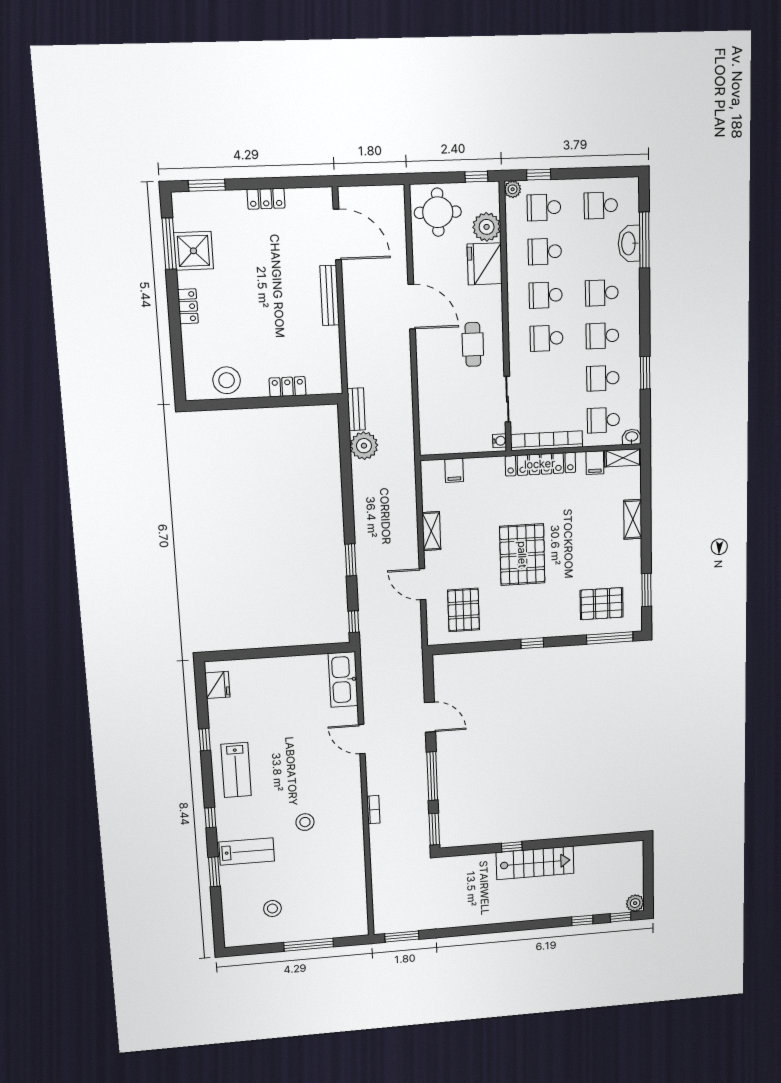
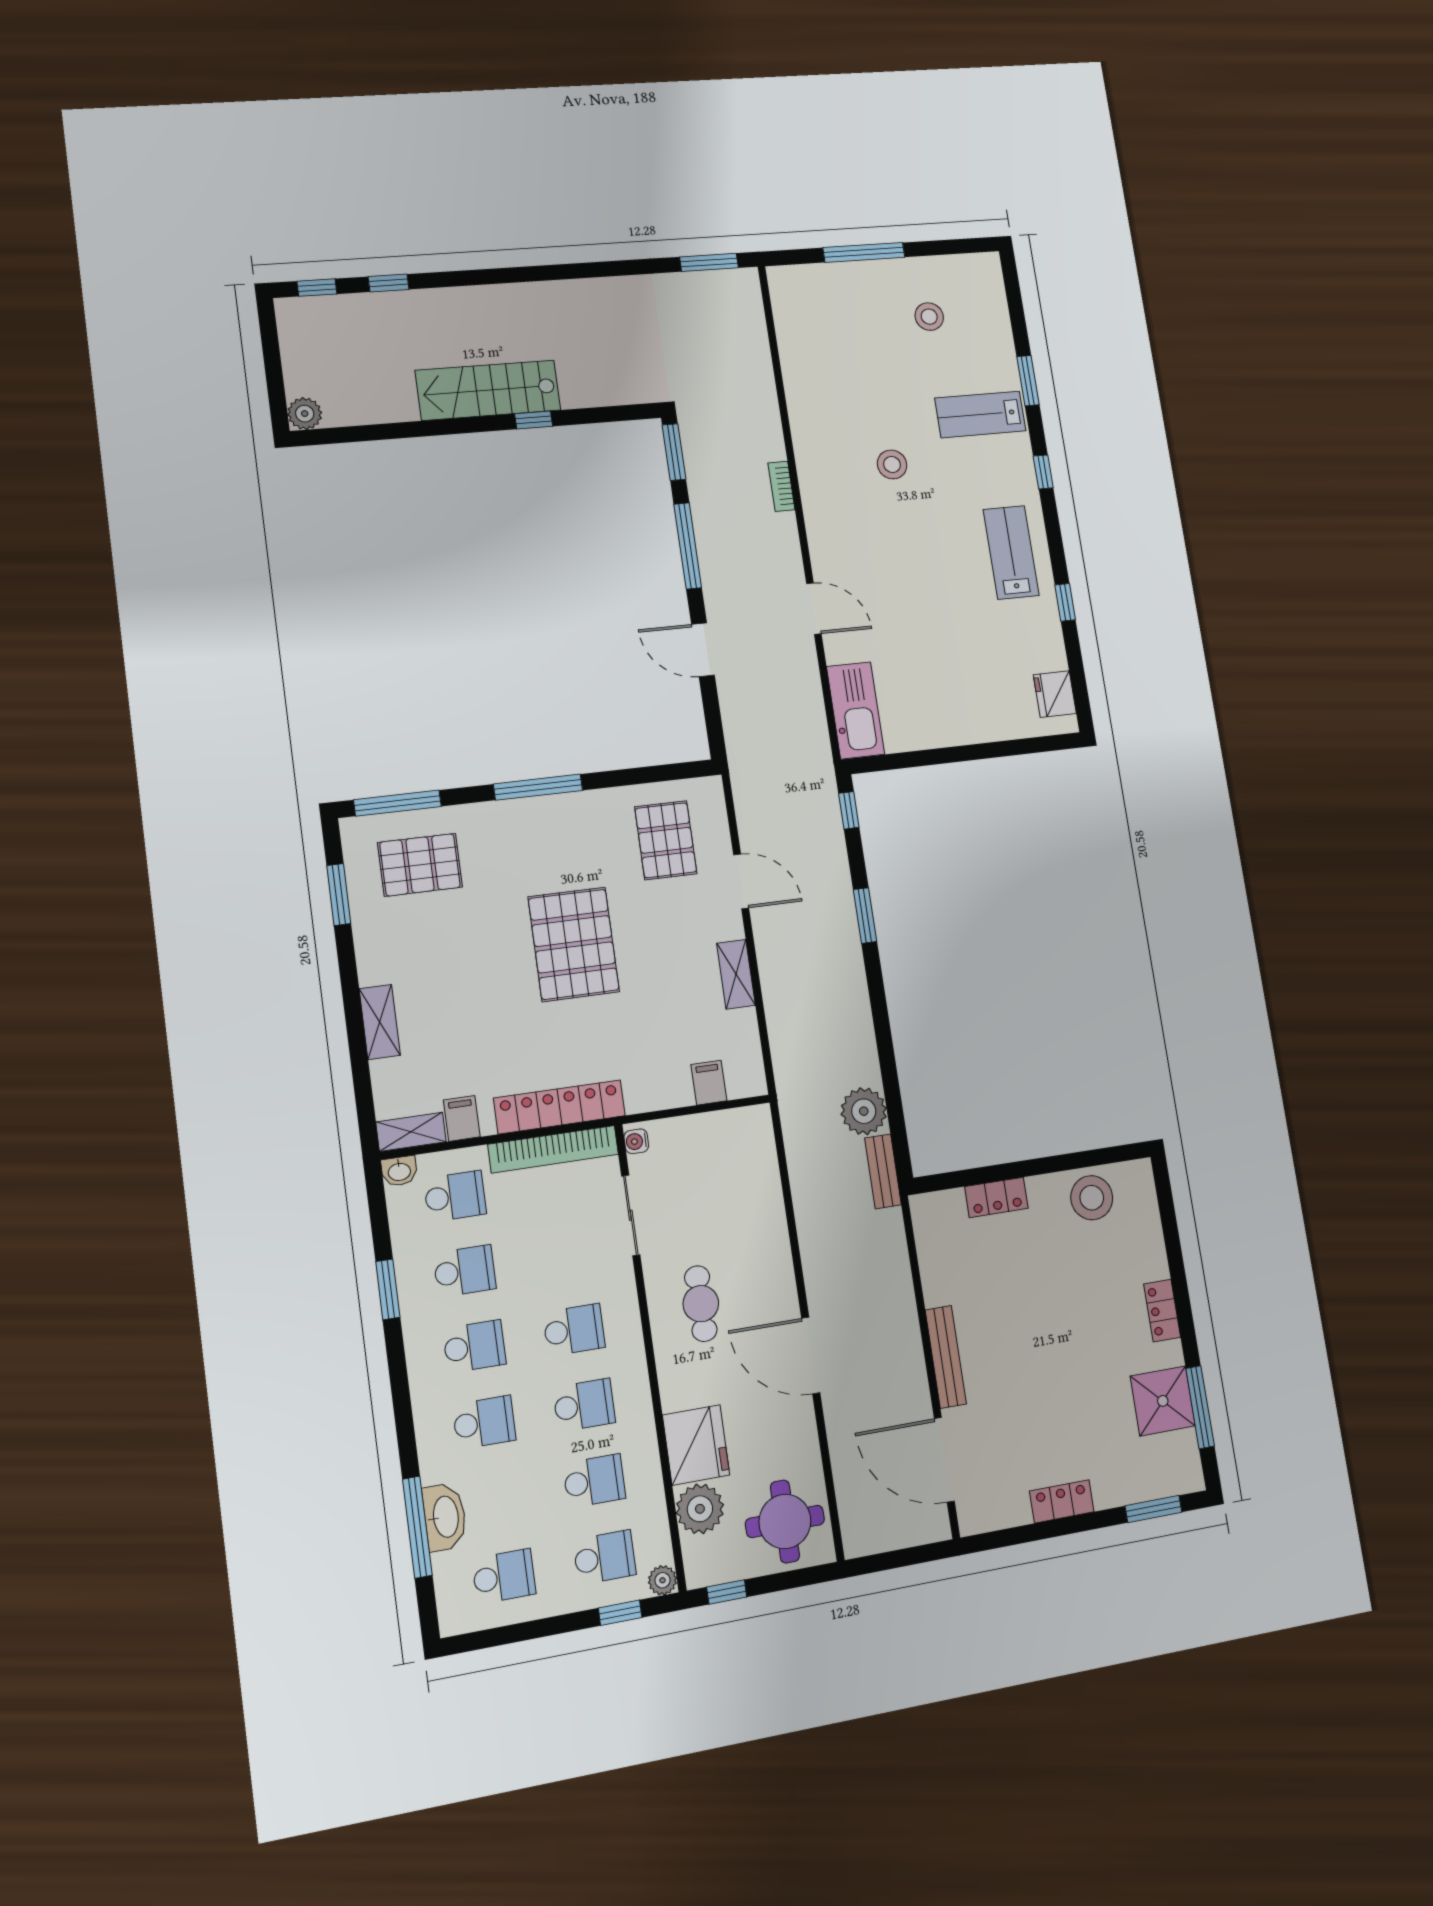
window: (532, 643) -> (538, 787), width x2.17
plant: (635, 903) -> (305, 414), moved

